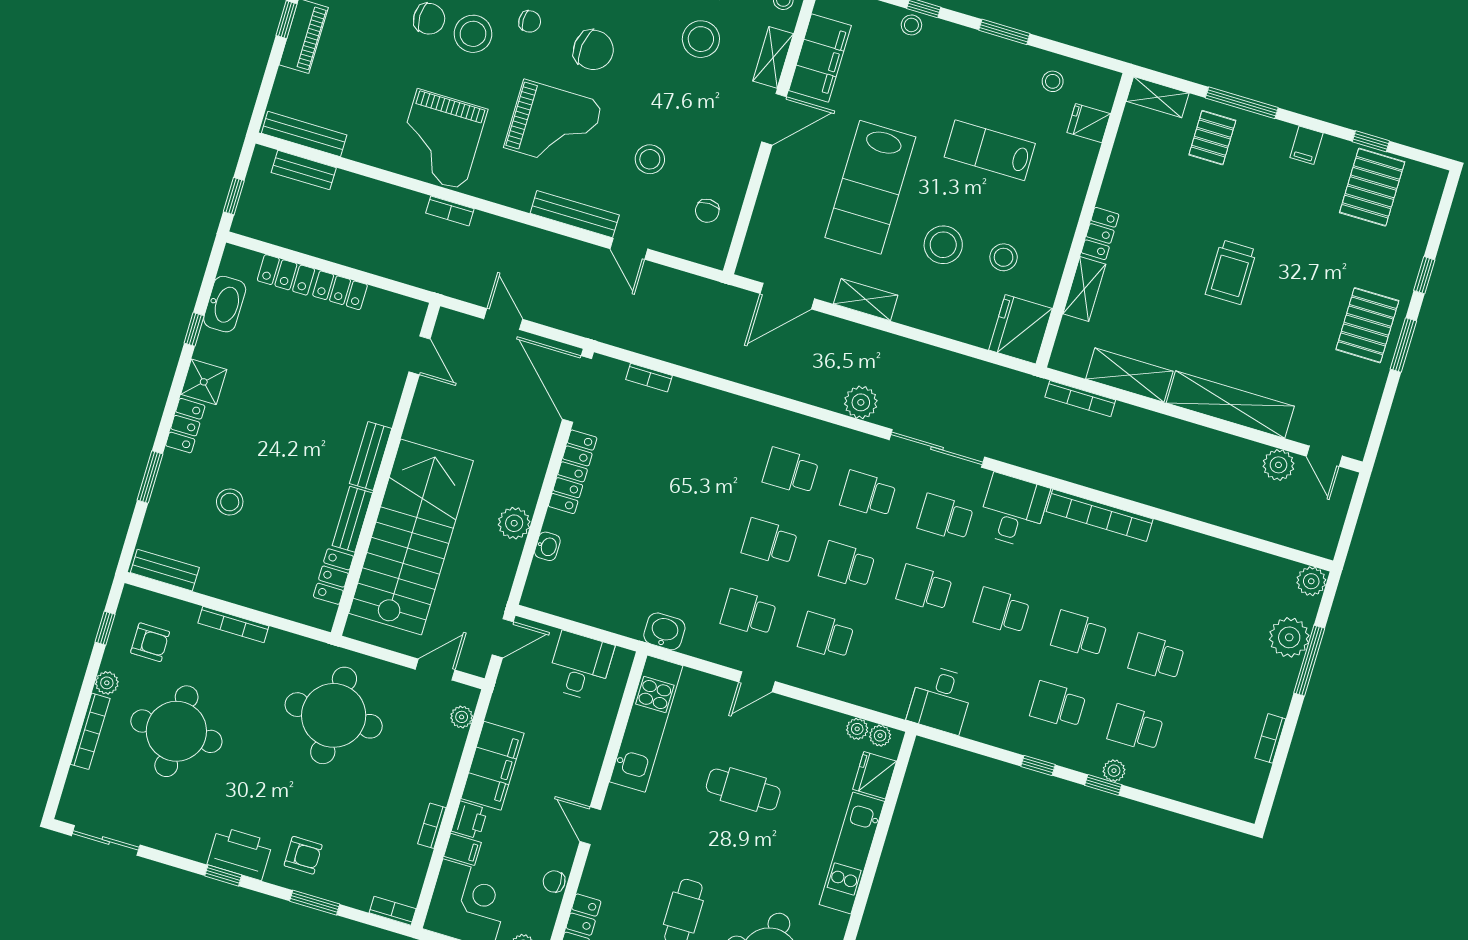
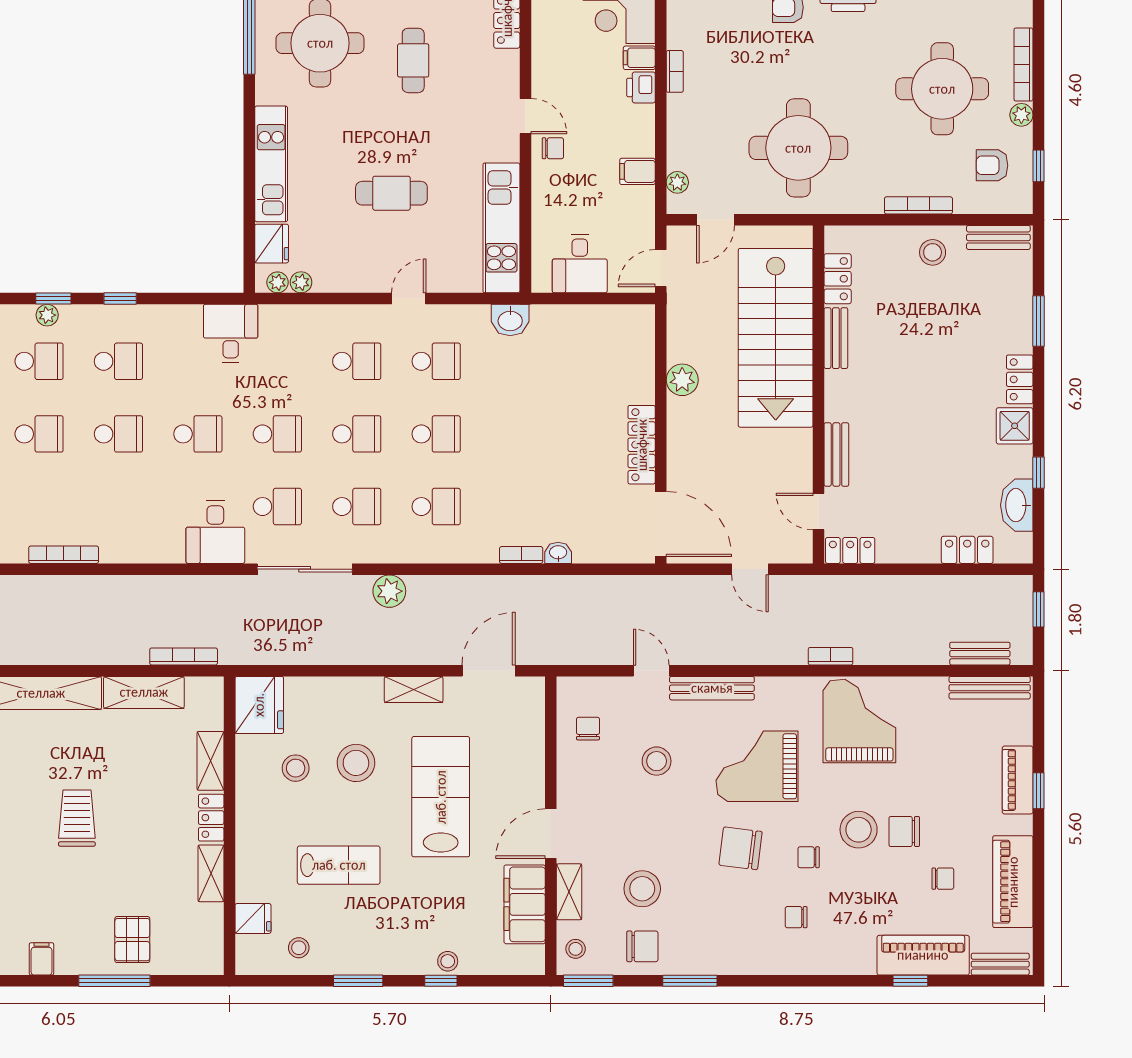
shelving: (1158, 97) -> (211, 873), moved, turned 90
locker: (340, 290) -> (850, 550), moved
bookcase: (649, 378) -> (521, 555), moved
bench: (371, 456) -> (836, 454), moved
stool: (230, 502) -> (933, 252), moved
bookcase: (1100, 515) -> (64, 555), moved, width x0.68, depth x0.76
washbasin: (547, 546) -> (558, 553), moved, turned 90
filing cabinet: (492, 766) -> (637, 171), width x0.33, depth x0.86
chair: (554, 881) -> (553, 148), moved

